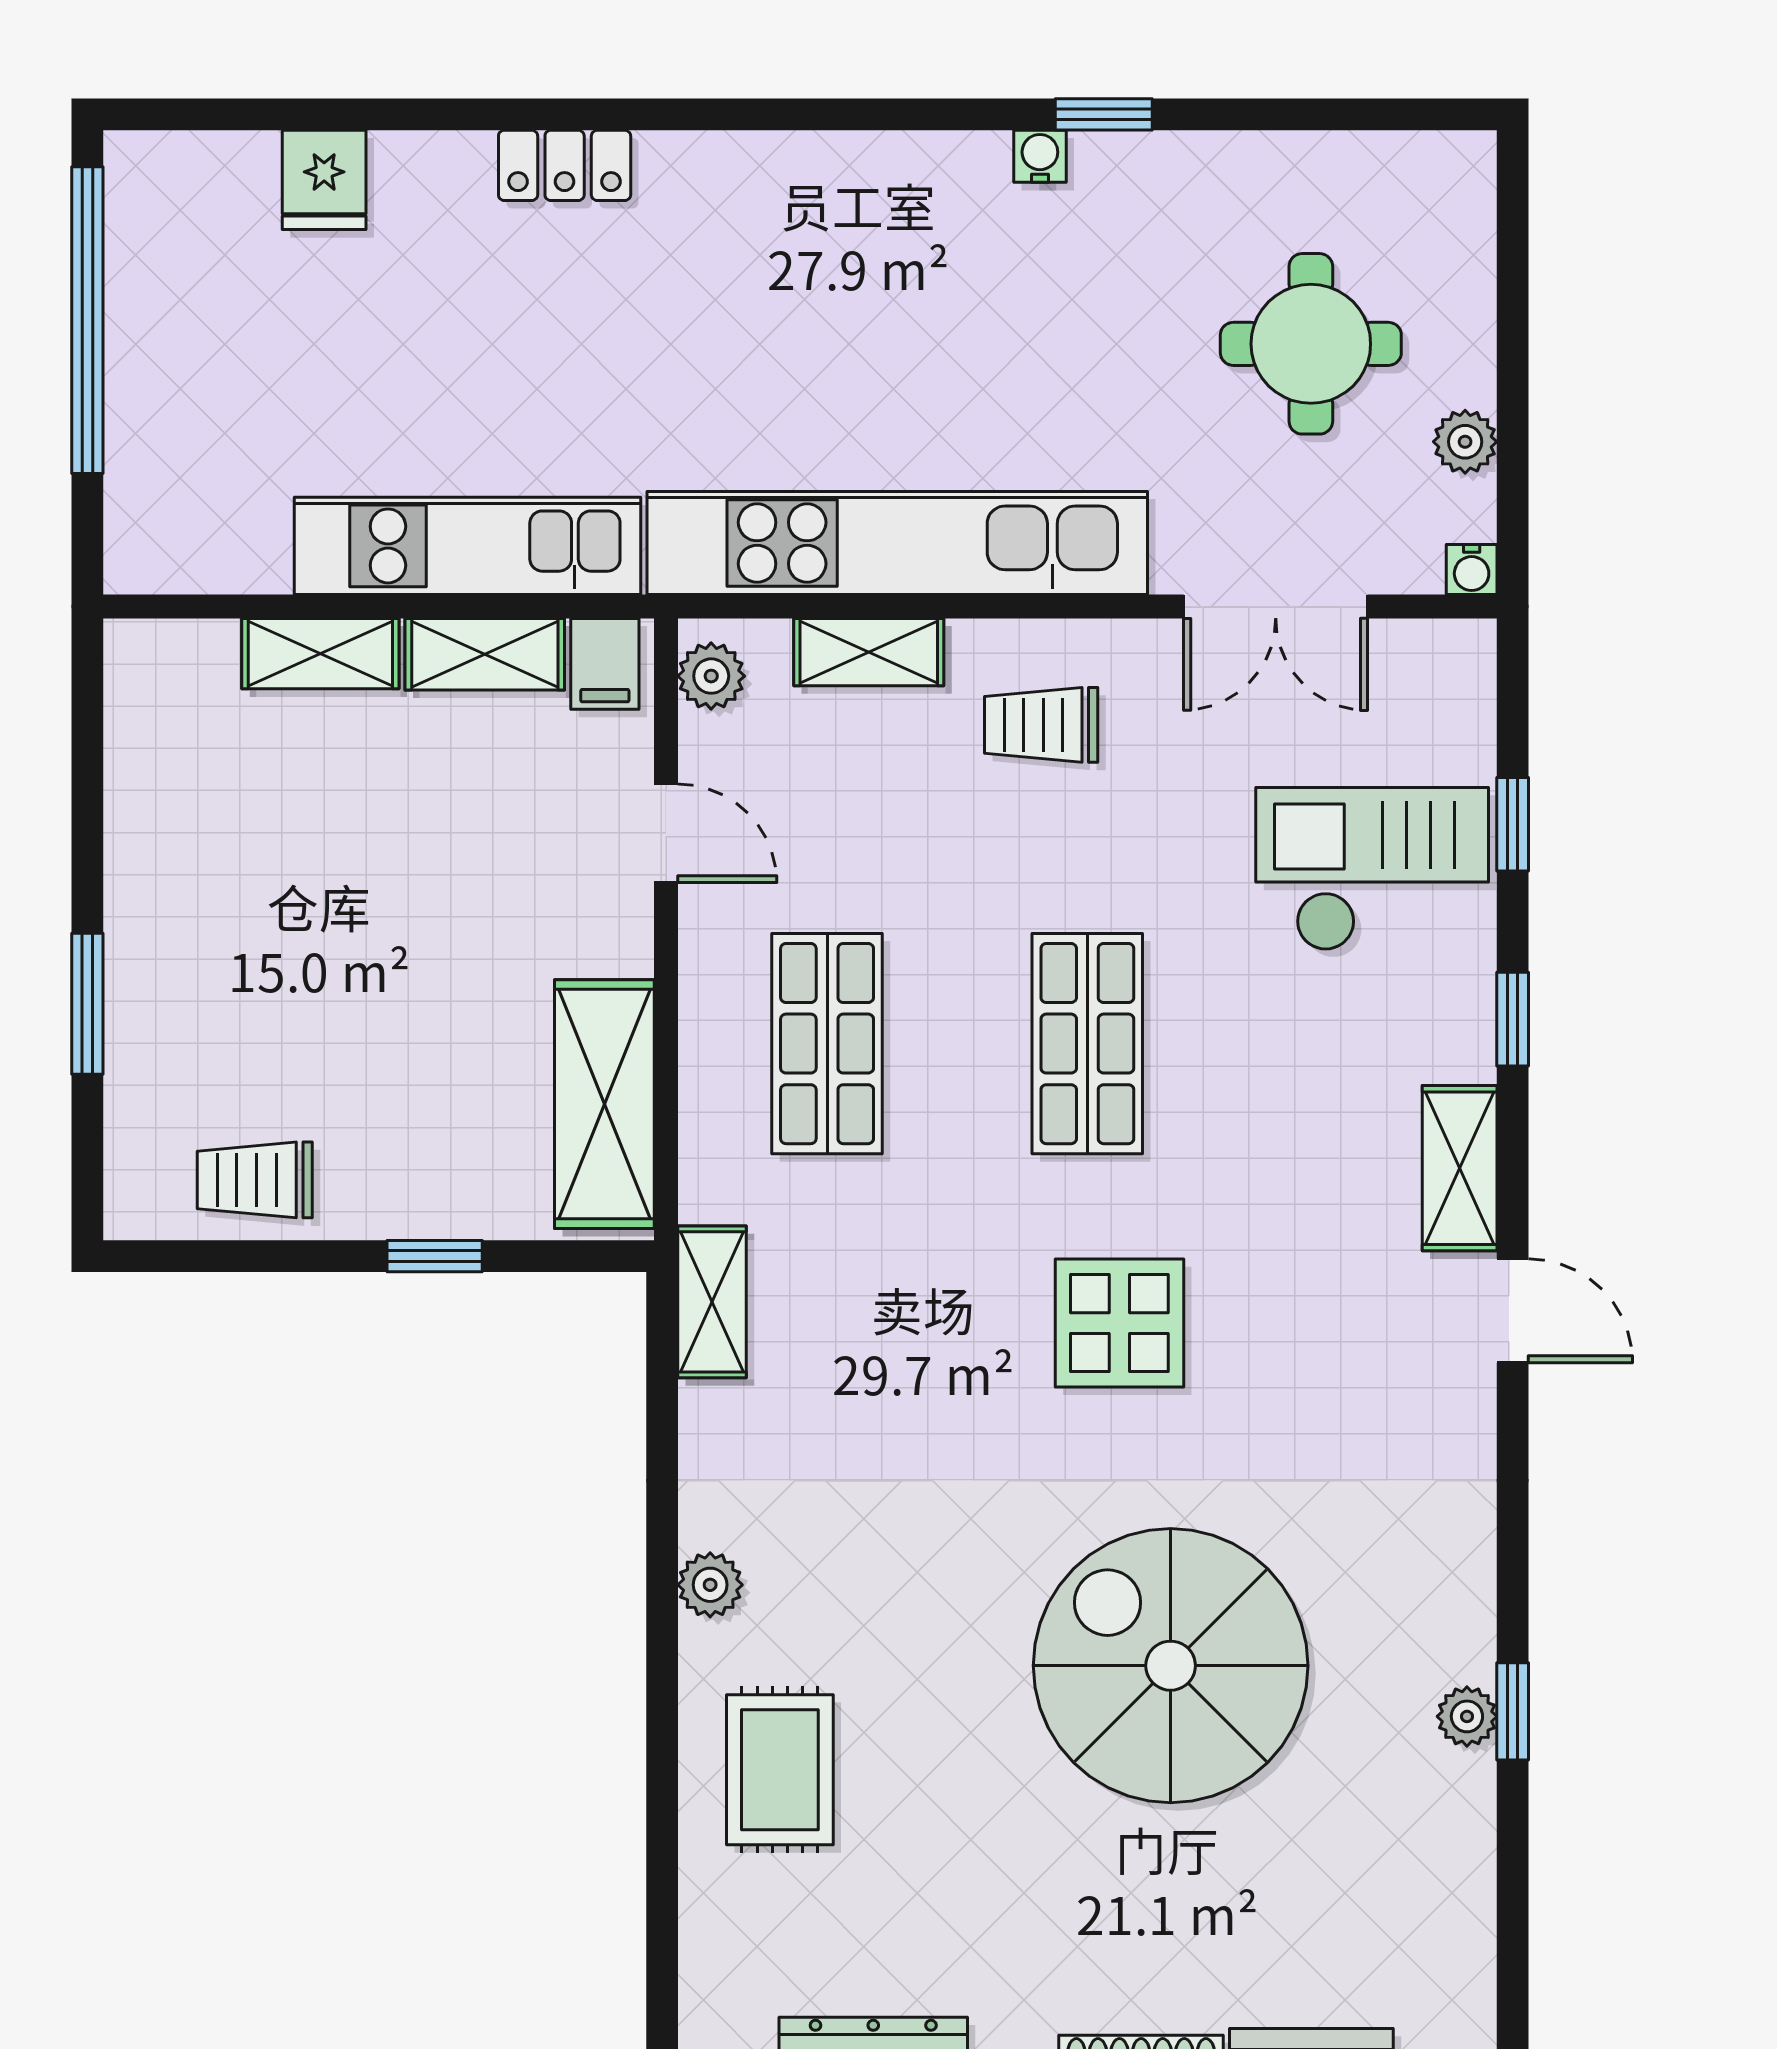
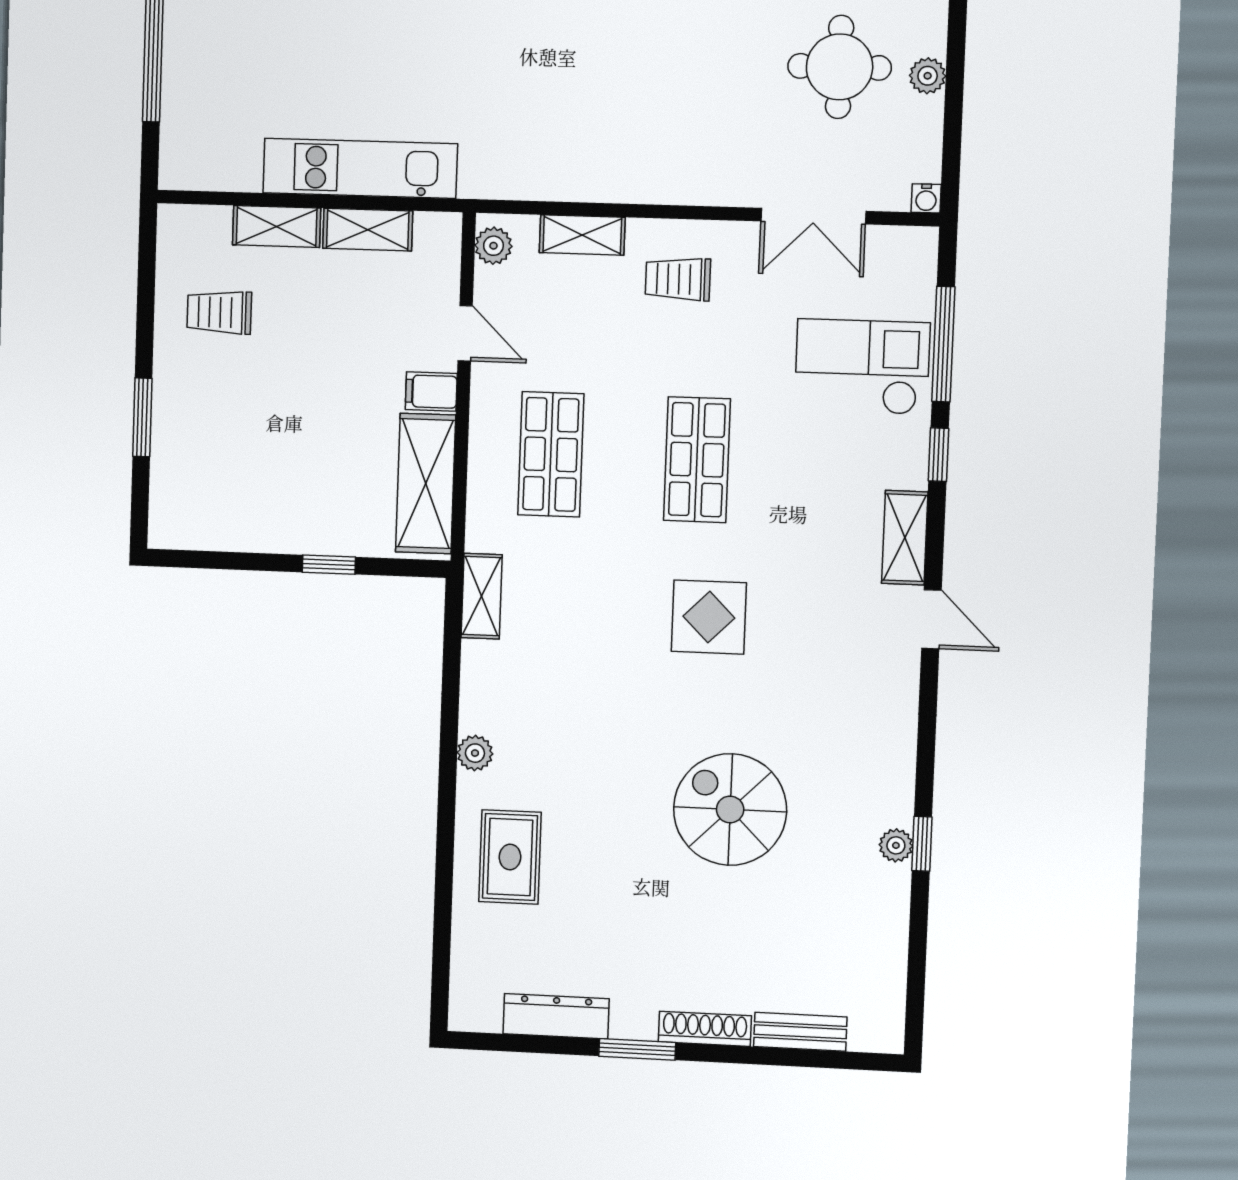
plant: (1465, 442) -> (928, 76), moved
kitchen unit: (897, 543) -> (601, 174), removed
filing cabinet: (605, 664) -> (431, 392), moved, turned 90
window: (1513, 824) -> (943, 344), width x2.17
trolley: (255, 1180) -> (219, 312), moved
spiral stairs: (1171, 1666) -> (730, 809), width x0.73, depth x0.73

